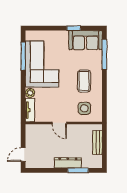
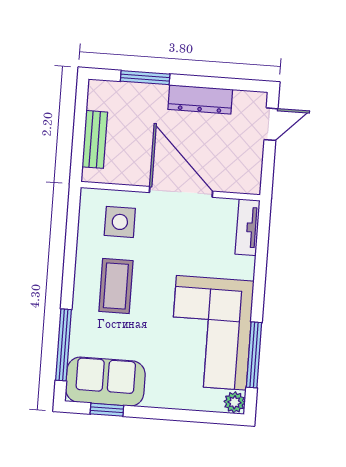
window: (74, 28) -> (107, 410), moved
plant: (30, 93) -> (235, 402), moved
door: (59, 123) -> (181, 192), width x1.87
dresser: (68, 163) -> (200, 99), moved

